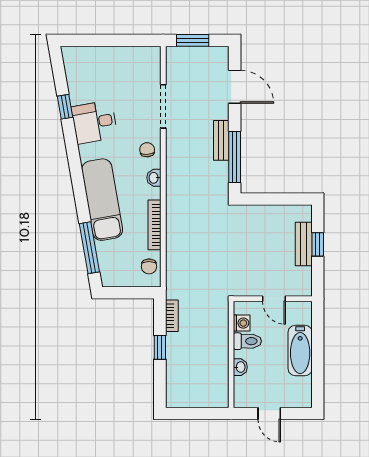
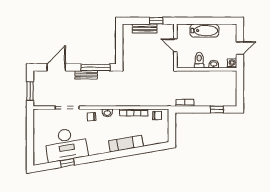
desk: (94, 122) -> (66, 144), width x1.87, depth x1.30
exam couch: (102, 200) -> (126, 144), width x0.73, depth x0.69
window: (318, 244) -> (156, 21), moved
window: (89, 248) -> (147, 149), removed
door: (274, 299) -> (175, 45), swing flipped
washing machine: (242, 323) -> (232, 63), moved
window: (160, 347) -> (217, 109), moved

